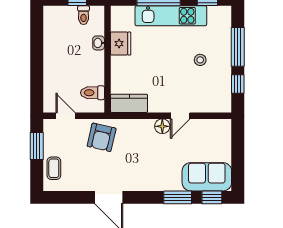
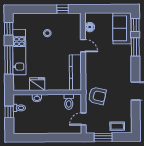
window: (238, 47) -> (39, 9), removed
kitchen counter: (129, 103) -> (75, 73), width x1.50
floor lamp: (162, 126) -> (90, 27), moved

